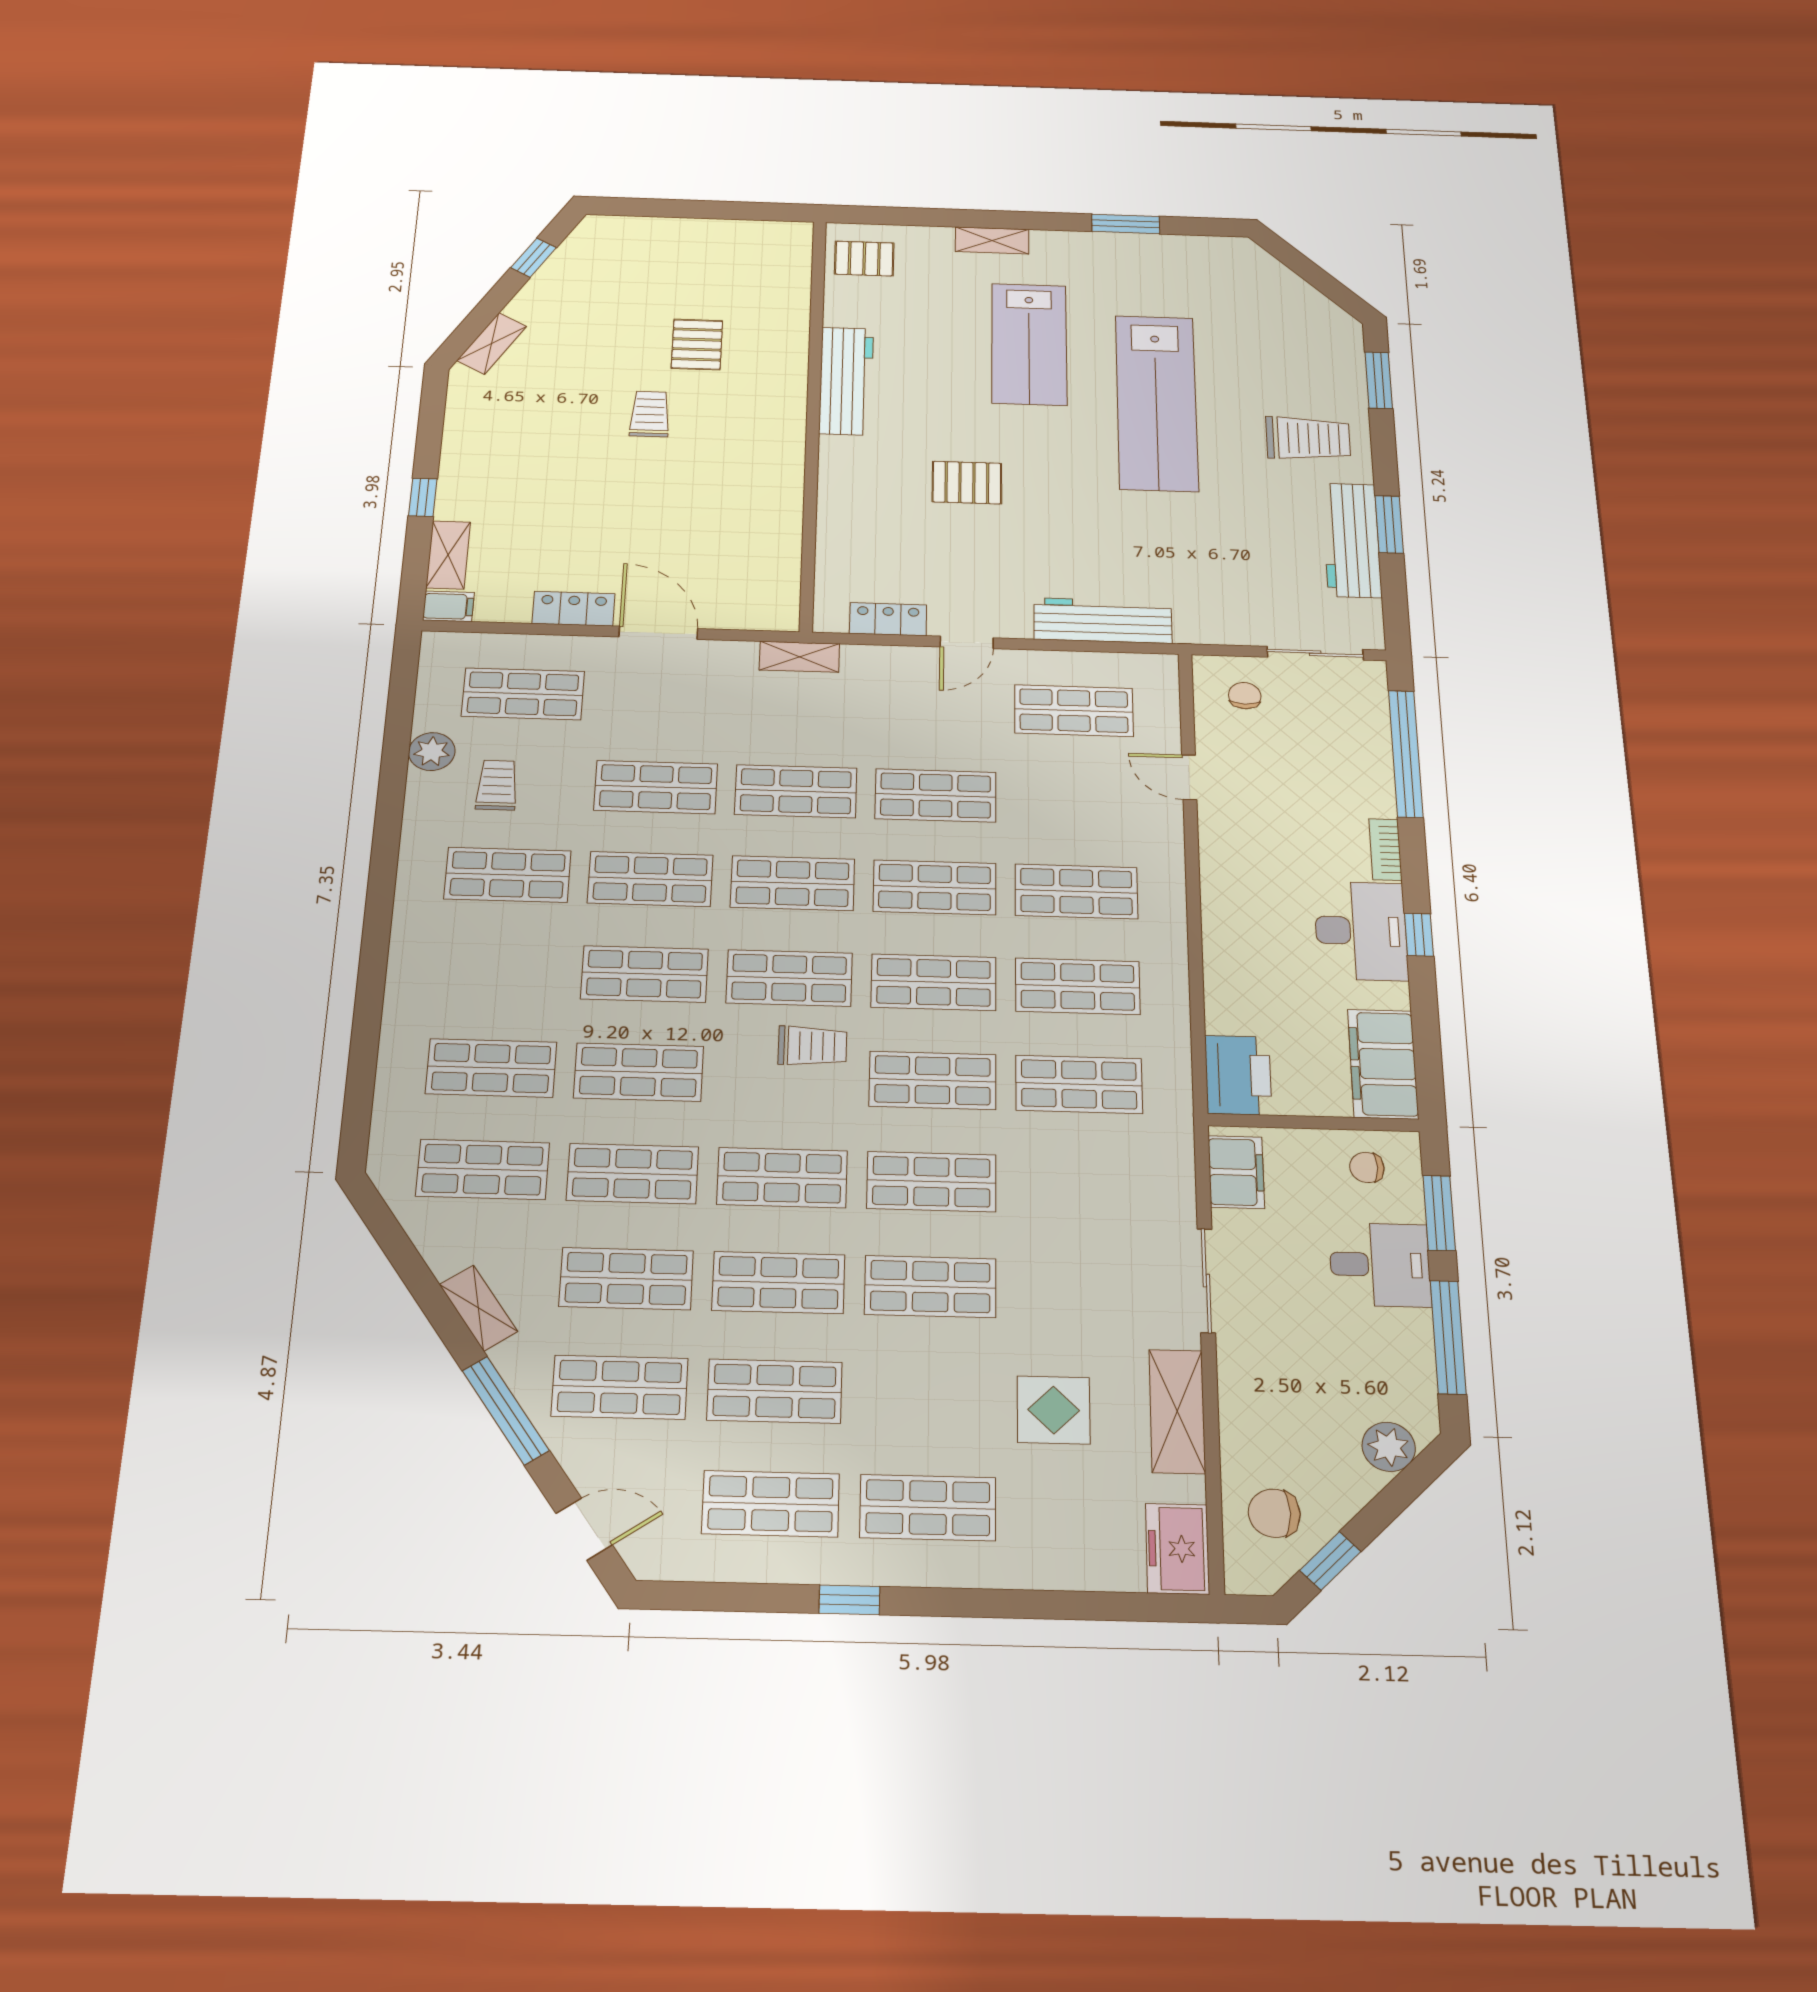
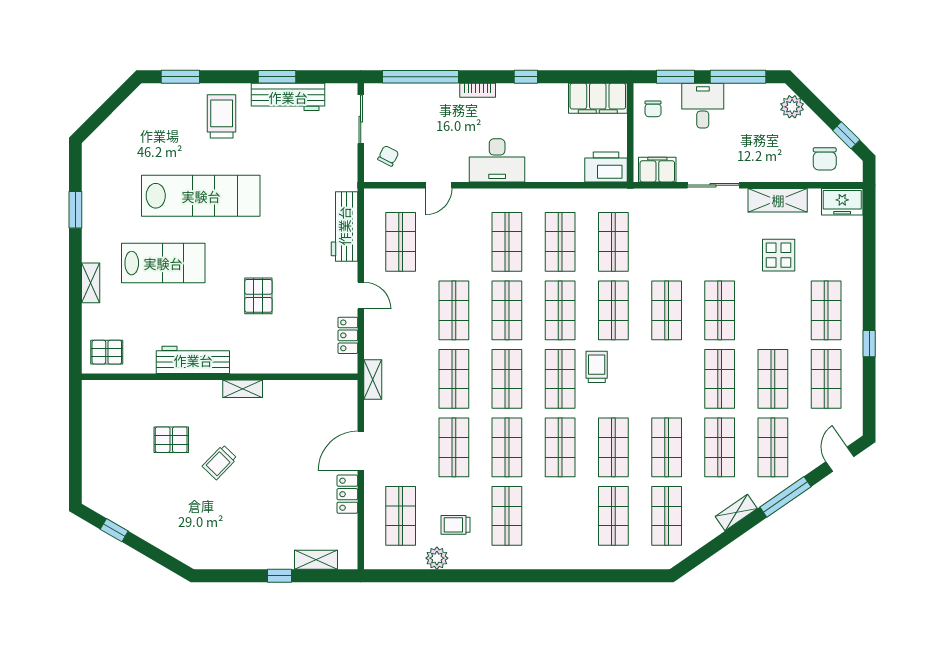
pallet: (864, 259) -> (107, 352), turned 90
shelving: (492, 343) -> (243, 389), moved, turned -30
trolley: (650, 414) -> (220, 462), turned -46
filing cabinet: (448, 606) -> (348, 557), removed
chair: (1245, 696) -> (388, 156), turned 116
desk: (1361, 931) -> (497, 160), moved, turned 180
shop shelf: (782, 1178) -> (667, 379), removed

